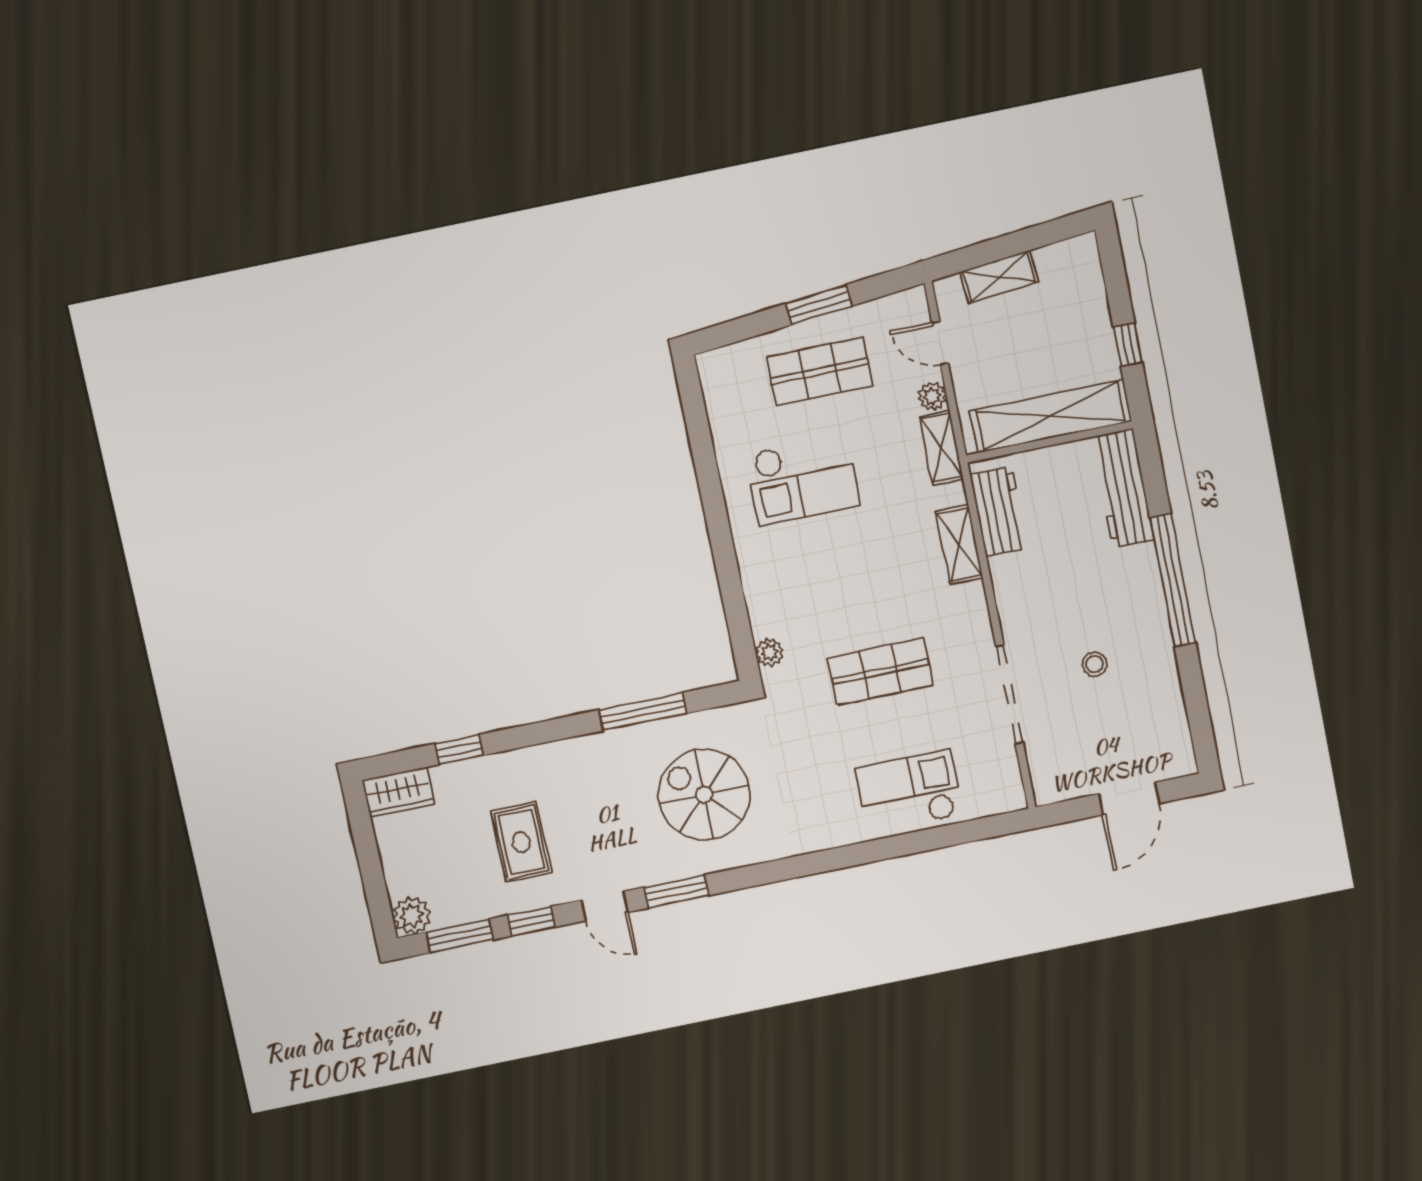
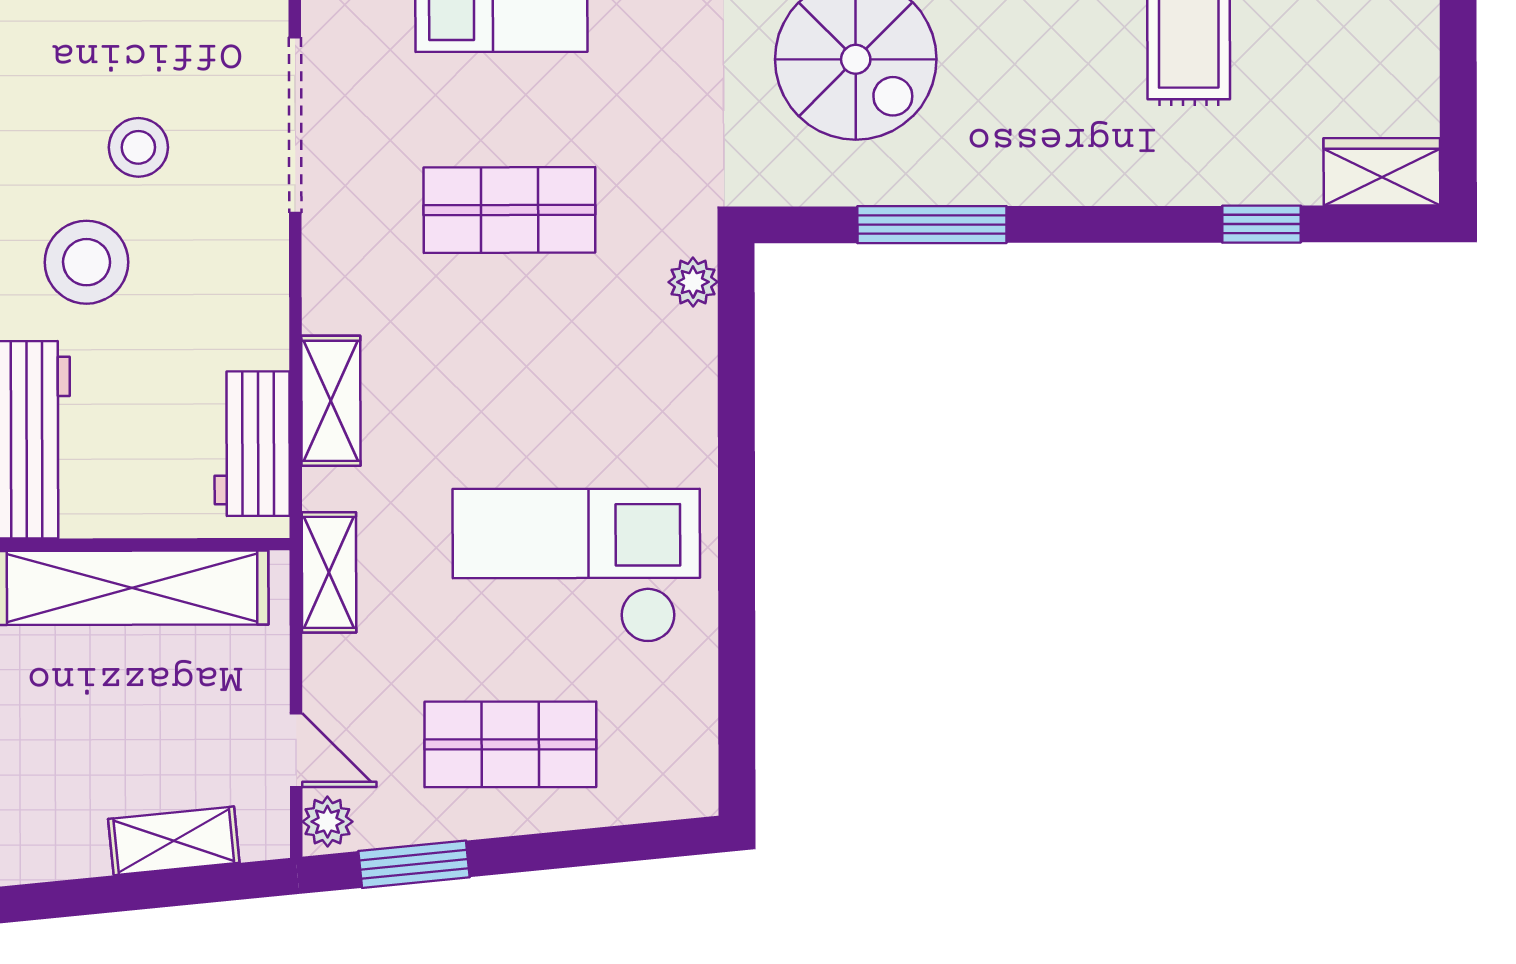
window: (819, 305) -> (414, 864), moved
plant: (932, 396) -> (327, 822), moved
checkout: (803, 480) -> (576, 566), width x1.36, depth x1.21
stool: (1111, 594) -> (87, 262), added
stool: (1095, 664) -> (138, 147), width x1.37, depth x1.37

